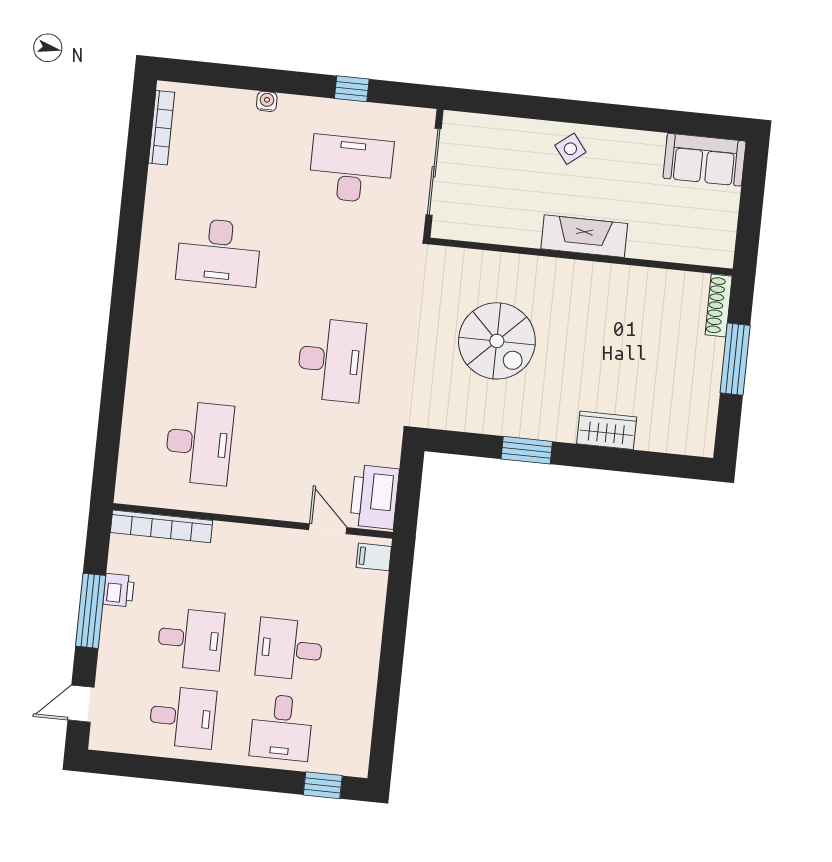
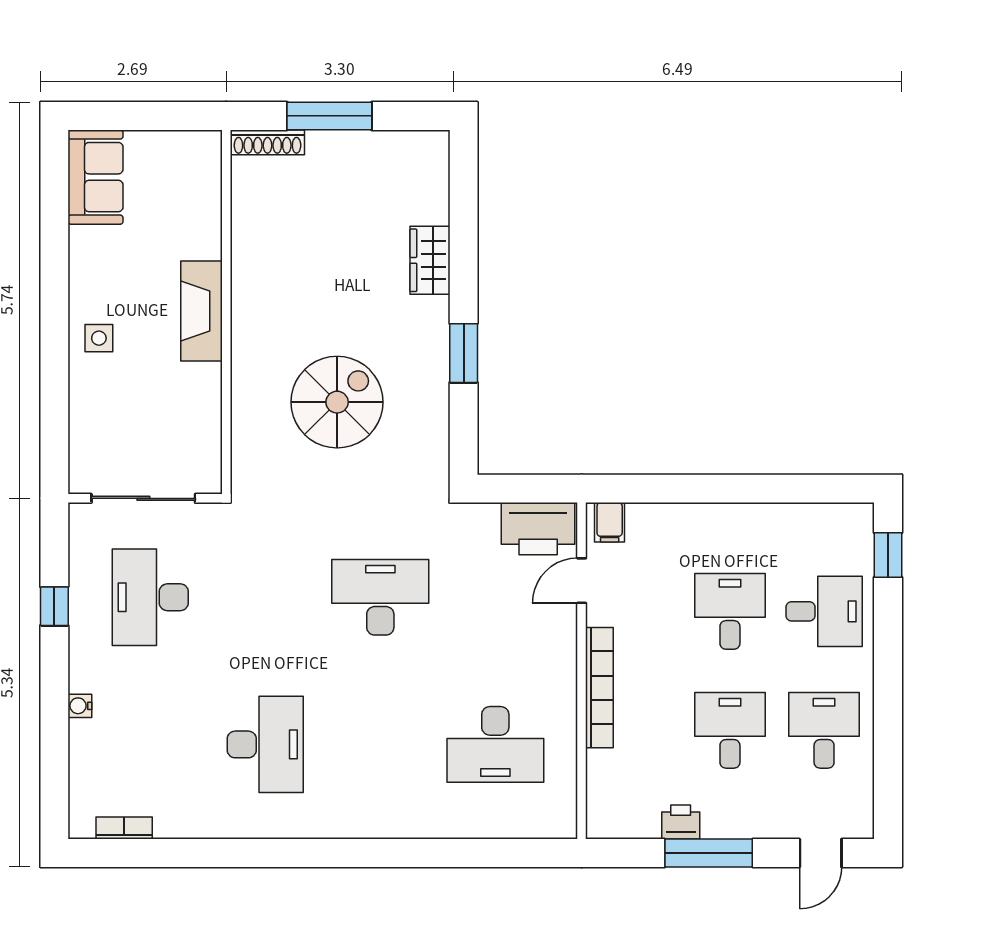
bookcase: (162, 128) -> (124, 828), width x0.64
side table: (570, 149) -> (99, 338), turned 38
desk: (199, 443) -> (495, 744), turned 180
bookcase: (161, 526) -> (599, 688), moved
desk: (289, 649) -> (730, 611), turned 180
door: (81, 704) -> (821, 853), hinge flipped

